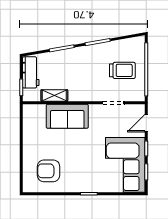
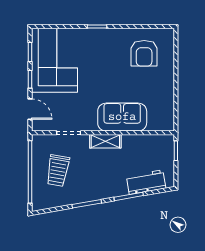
trolley: (122, 70) -> (58, 171), turned -80
workbench: (31, 72) -> (146, 182), moved, turned 80
shelving: (54, 96) -> (105, 141), moved
door: (146, 123) -> (30, 109), hinge flipped
armchair: (49, 171) -> (144, 53), turned 90

